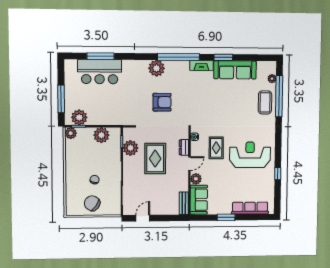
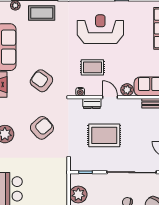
armchair: (162, 102) -> (42, 128), turned 49
armchair: (205, 102) -> (41, 81), added
plant: (130, 148) -> (92, 163), removed
reception desk: (250, 155) -> (100, 29), turned 90

